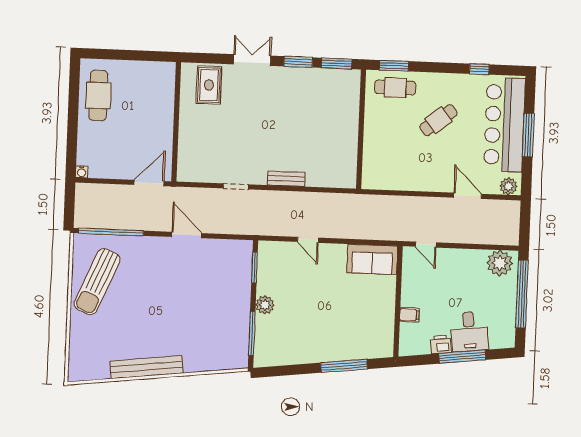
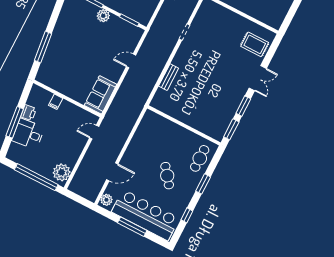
window: (394, 66) -> (203, 184), moved
bench: (286, 179) -> (169, 77), moved

